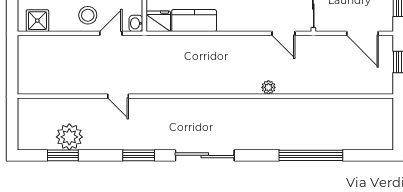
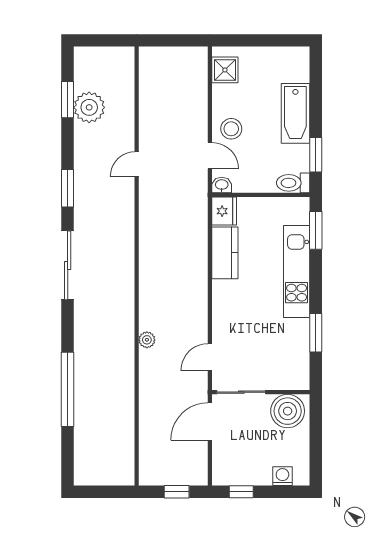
door: (363, 33) -> (210, 421), moved

